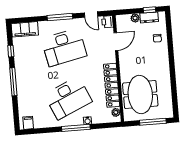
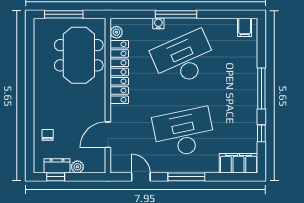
printer: (107, 22) -> (118, 165), removed

